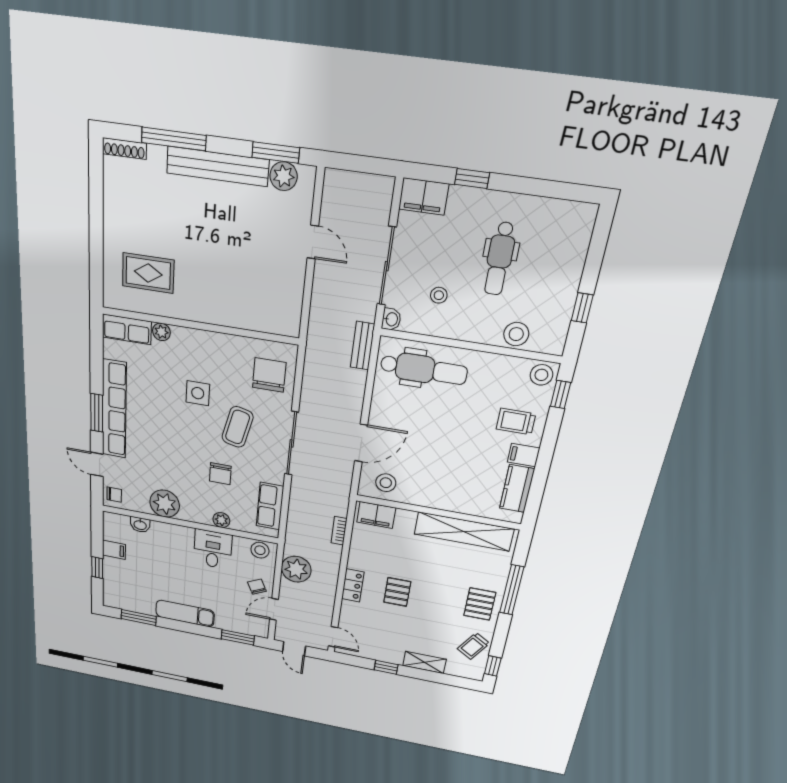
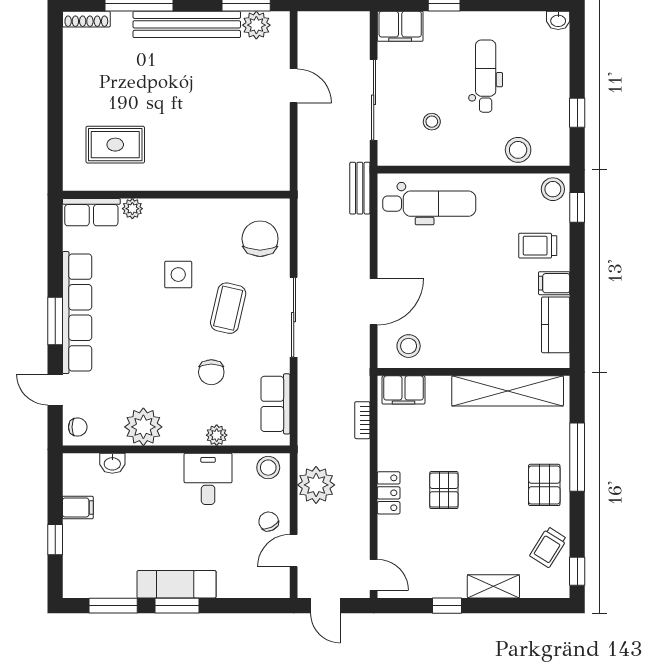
dental chair: (499, 259) -> (486, 76), turned 180
washbasin: (391, 319) -> (558, 20), moved, turned 90
window: (238, 637) -> (177, 606), moved

